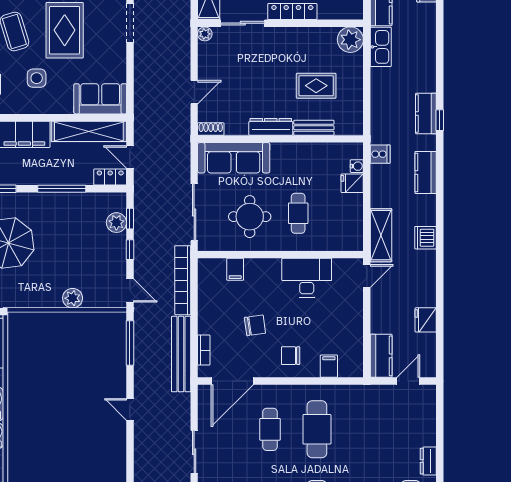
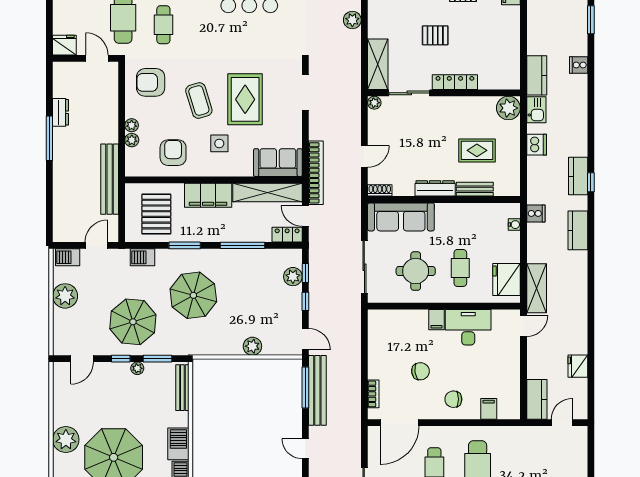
kitchen sink: (381, 47) -> (536, 110), width x0.73
fridge: (352, 183) -> (507, 279), moved, width x1.88, depth x1.34
dishwasher: (426, 238) -> (537, 145), moved, turned 180
filing cabinet: (235, 269) -> (436, 320), moved
bookcase: (183, 280) -> (316, 173), moved, turned 180
bench: (181, 354) -> (317, 390), moved

